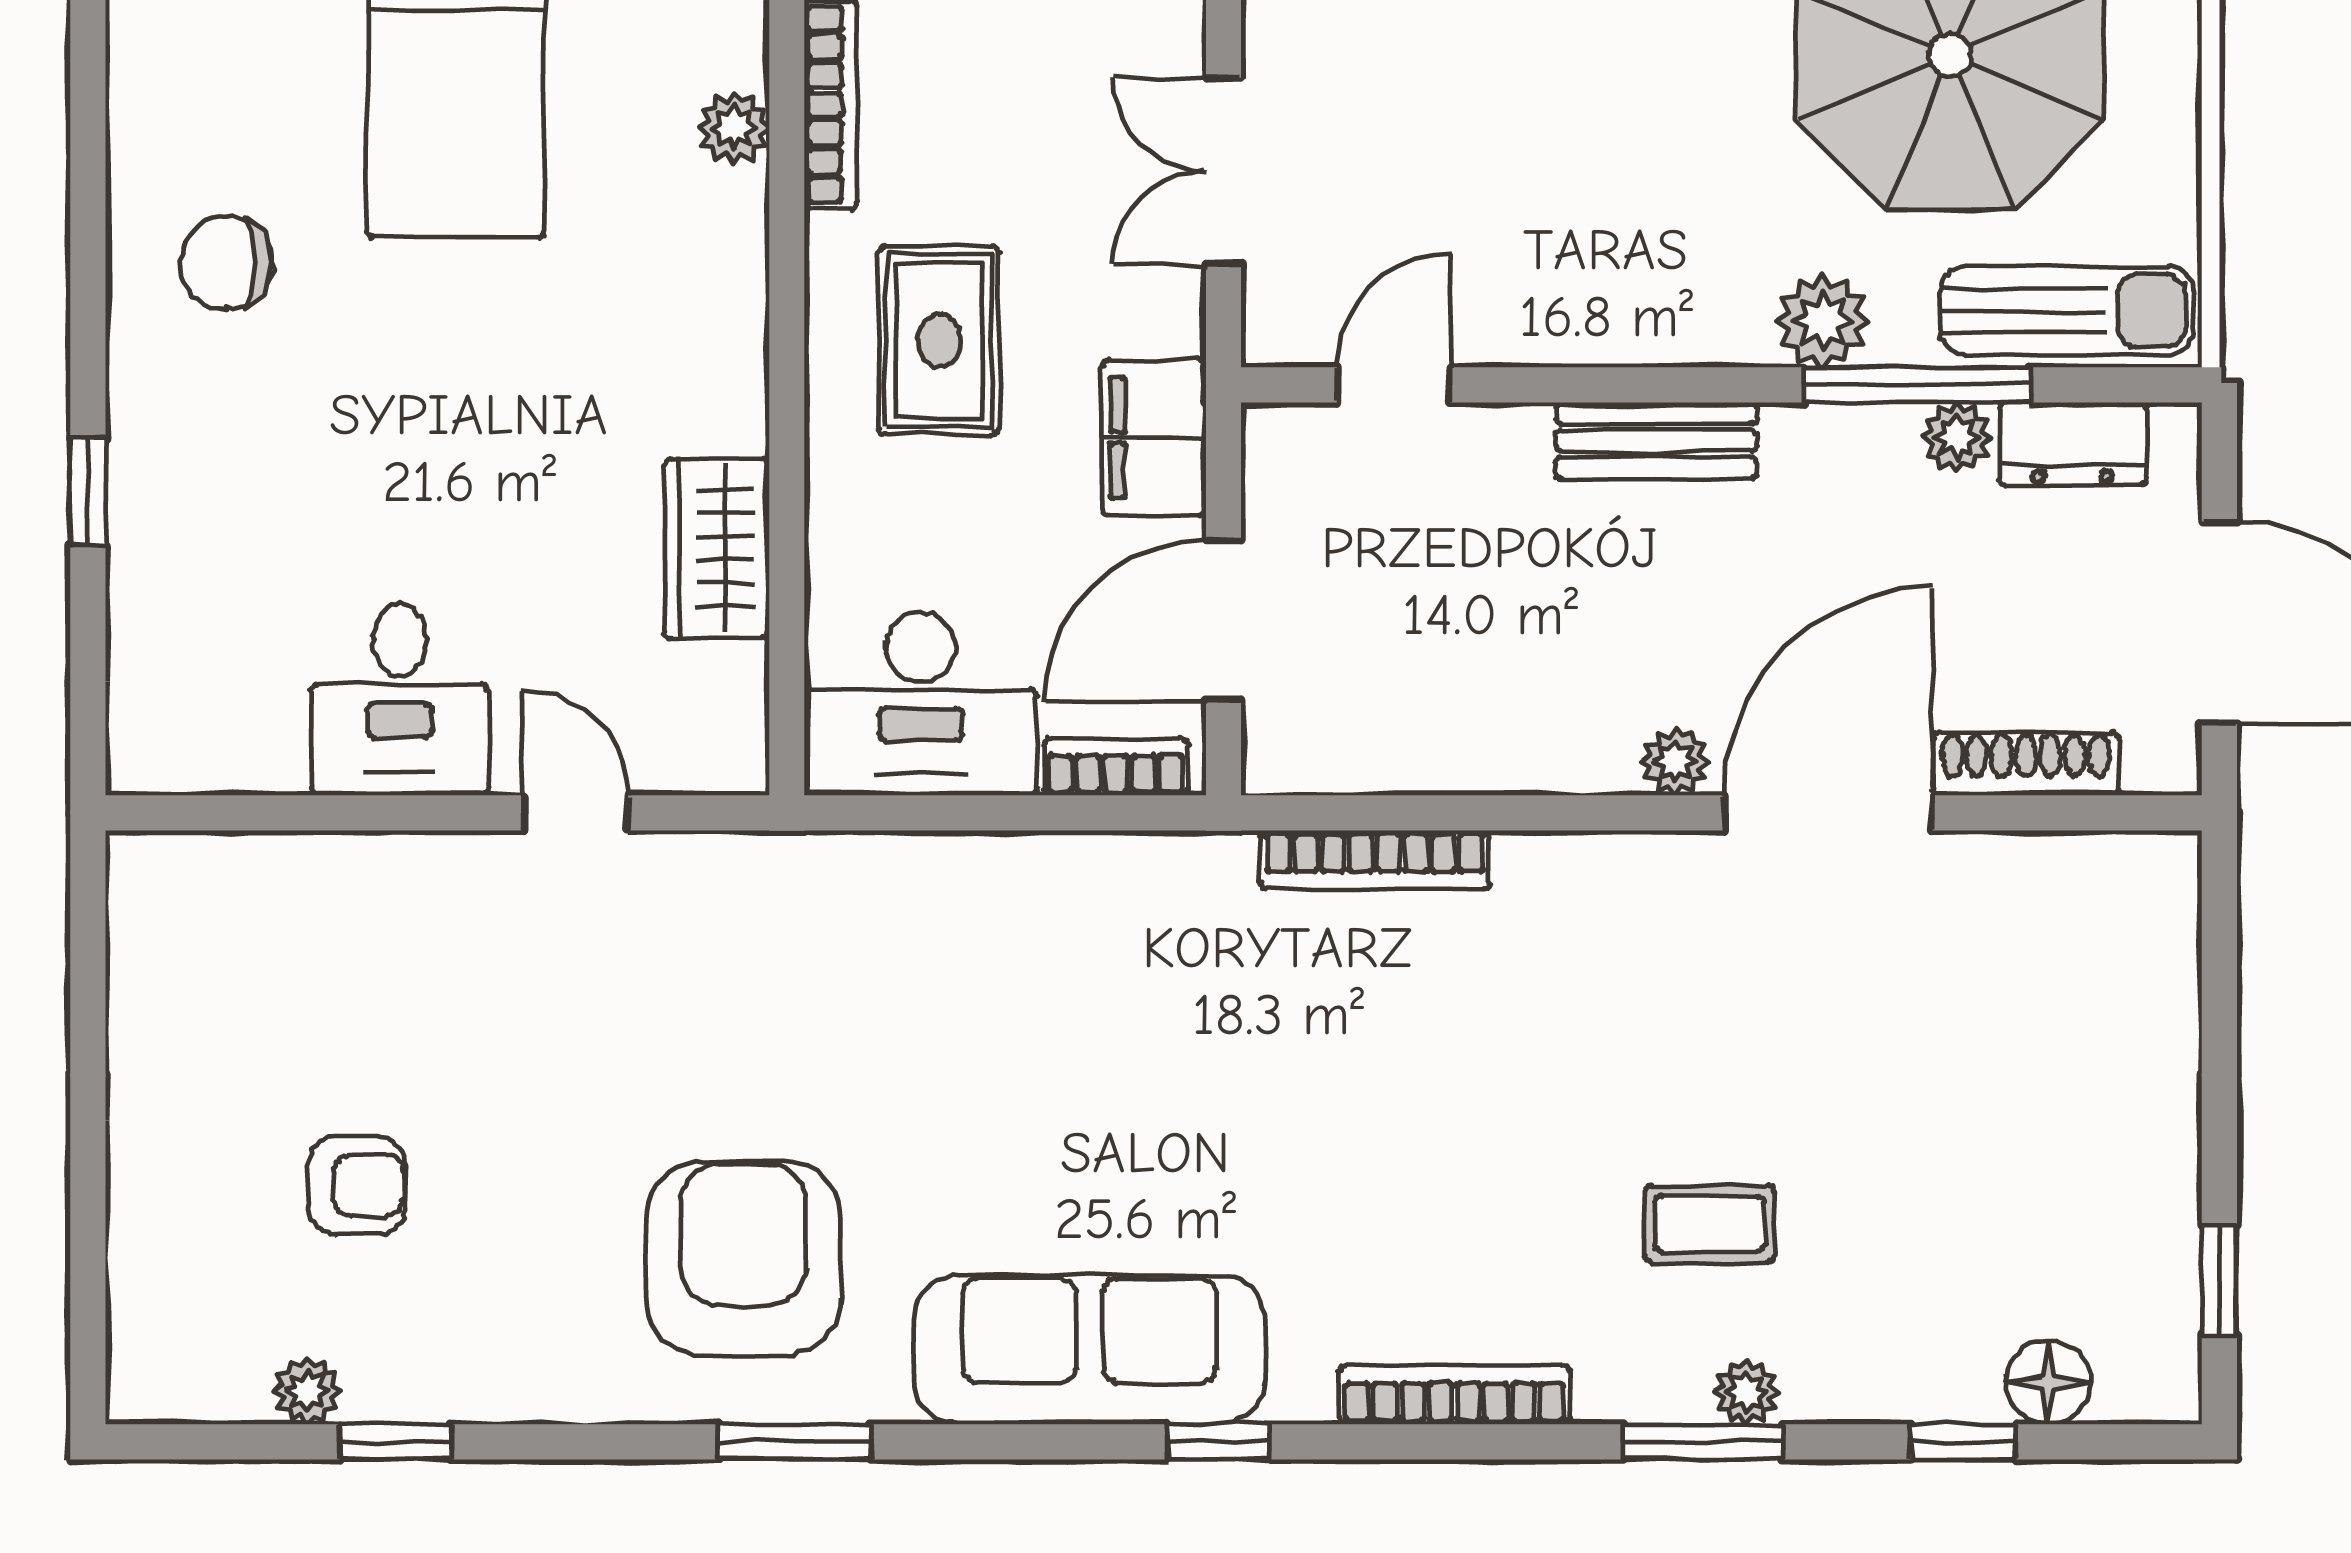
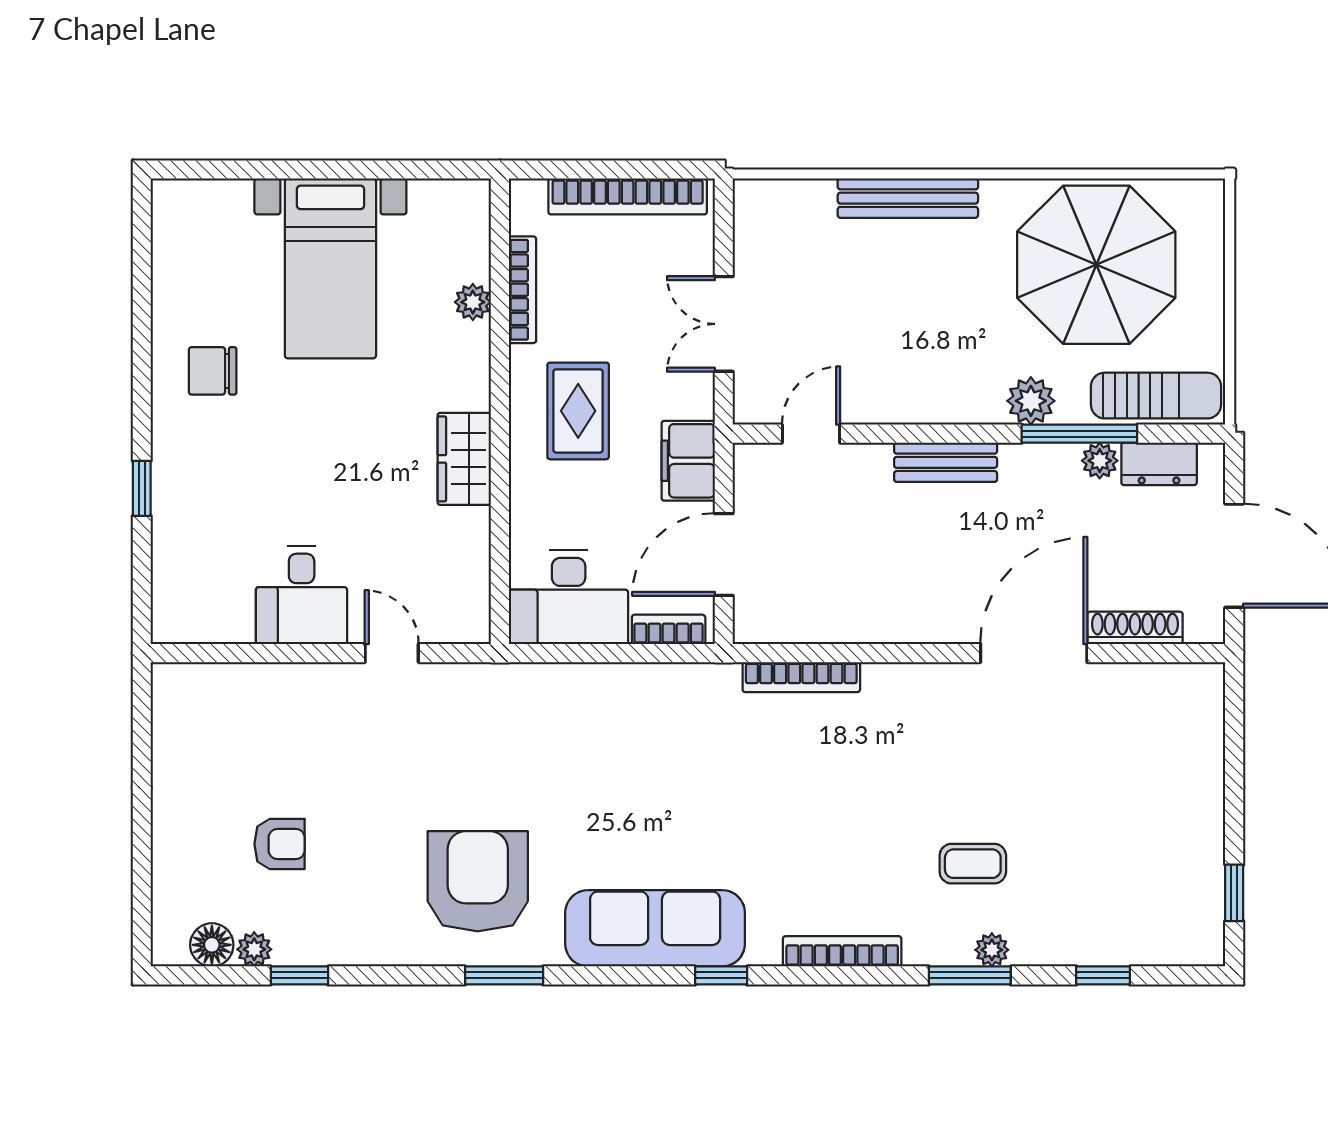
wardrobe: (717, 548) -> (464, 459), moved
plant: (1675, 762) -> (955, 627), removed
floor lamp: (2049, 1382) -> (212, 945), moved

